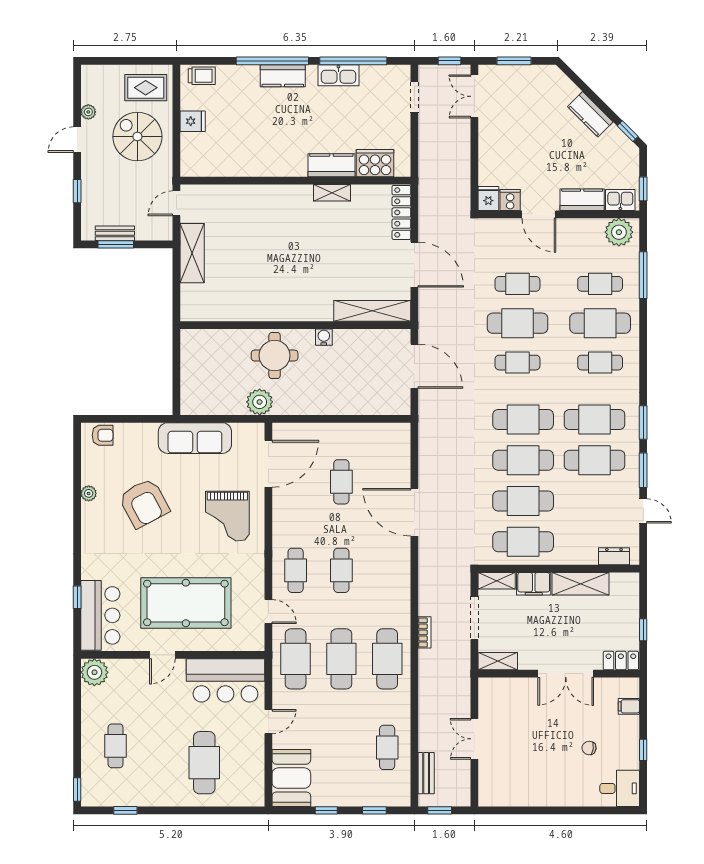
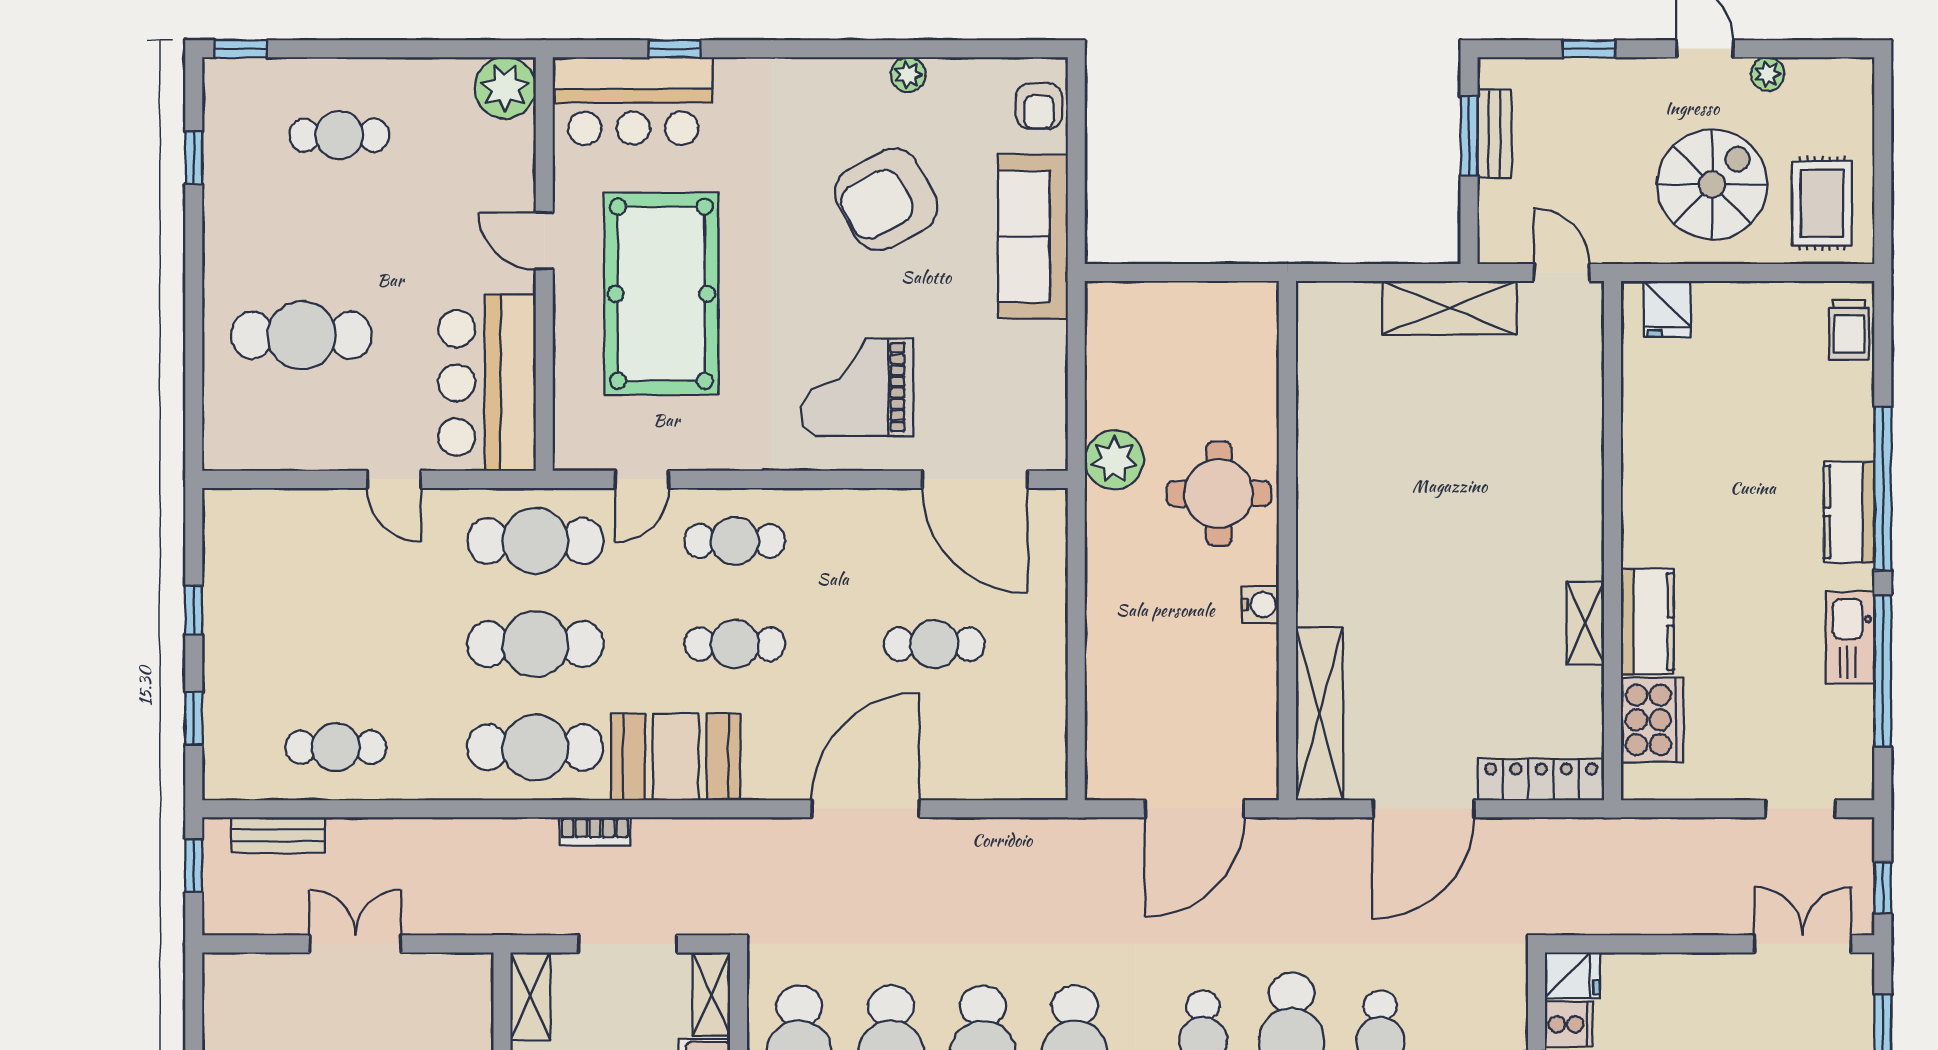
fridge: (193, 121) -> (1667, 309), moved
sofa: (195, 438) -> (1033, 236), moved
booth: (291, 778) -> (676, 757), moved

